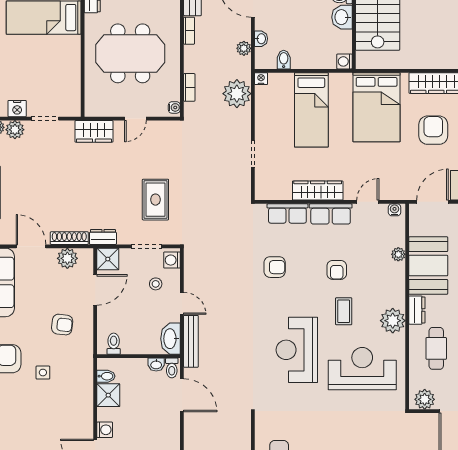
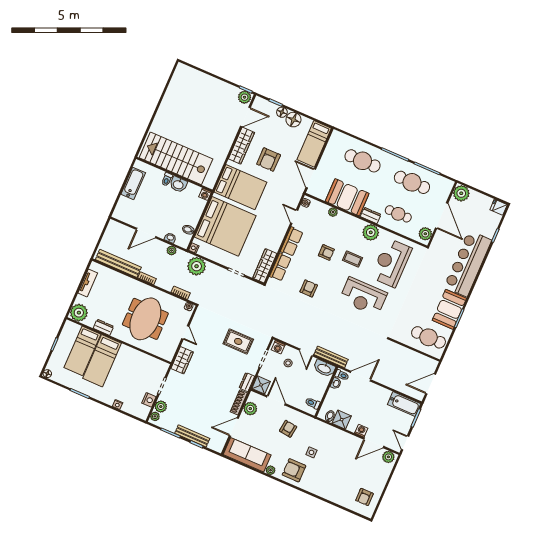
bed: (311, 110) -> (225, 226), width x2.04
armchair: (433, 130) -> (269, 159), turned -90
wardrobe: (318, 190) -> (265, 266), moved
door: (182, 303) -> (306, 353), swing flipped

